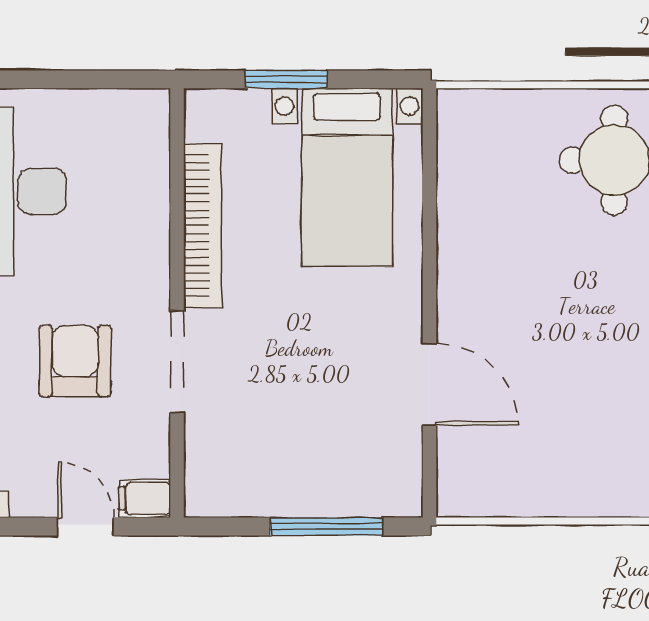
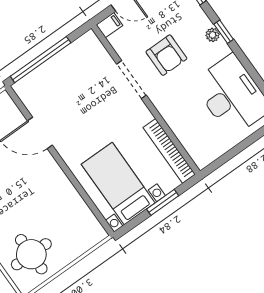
bookcase: (202, 226) -> (169, 151), moved
window: (327, 527) -> (41, 60), width x1.46

